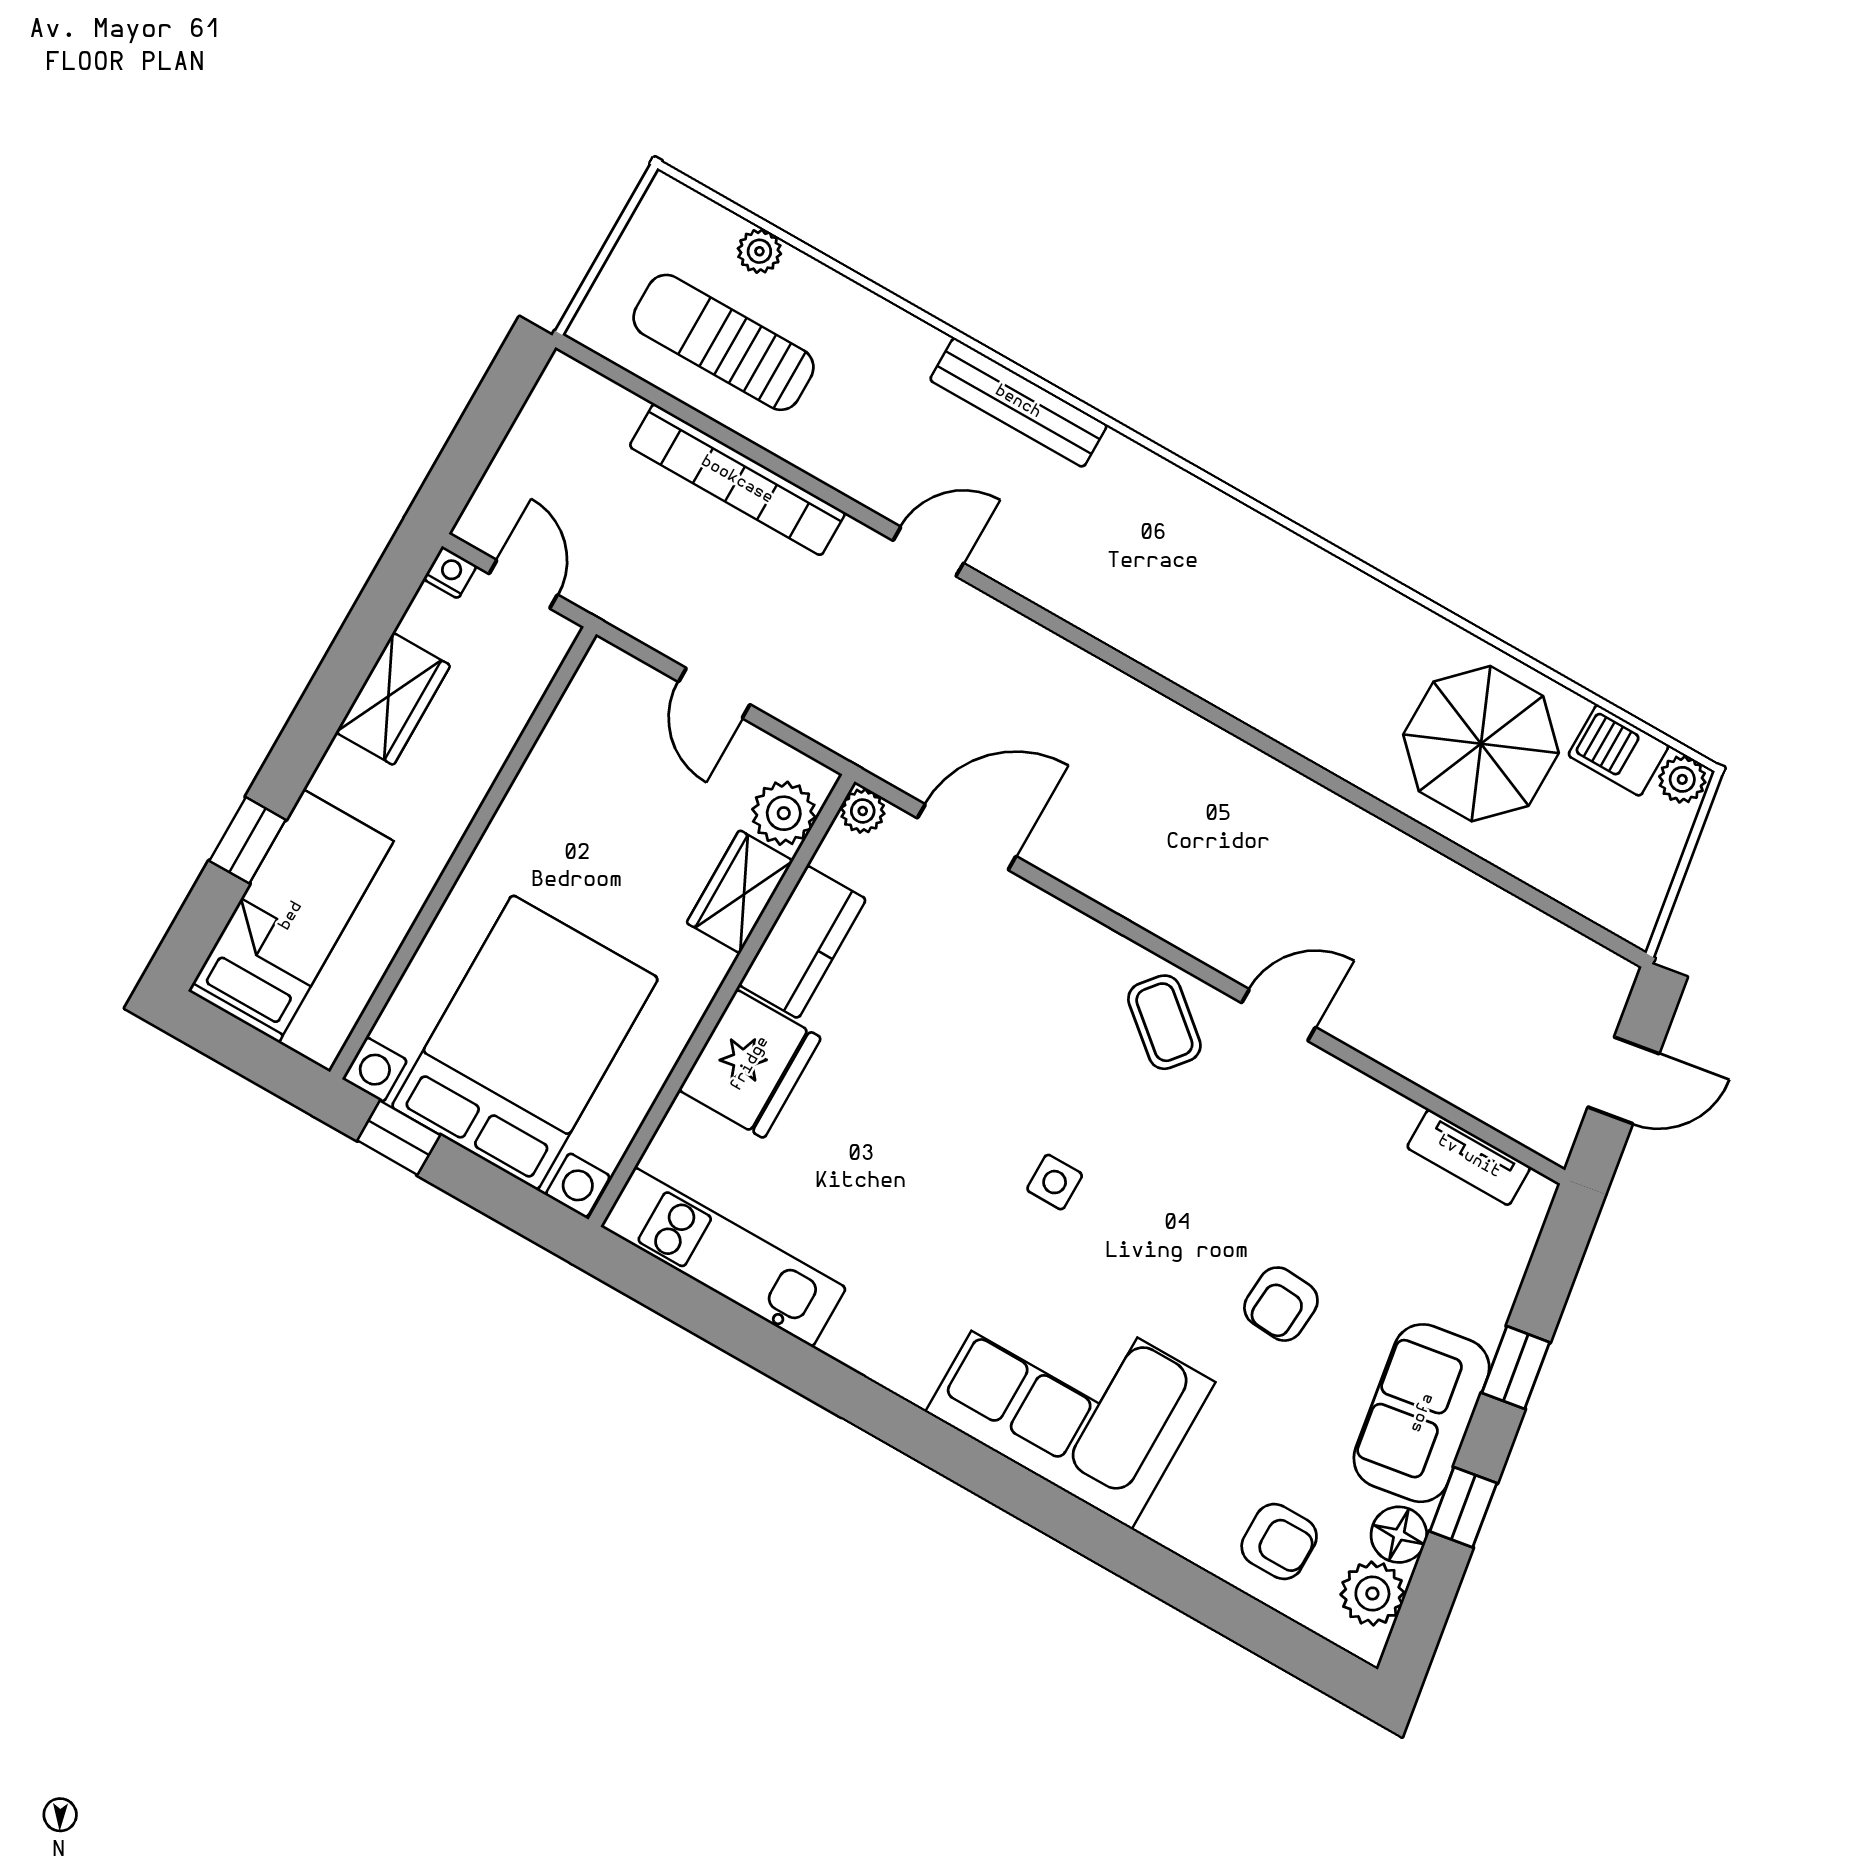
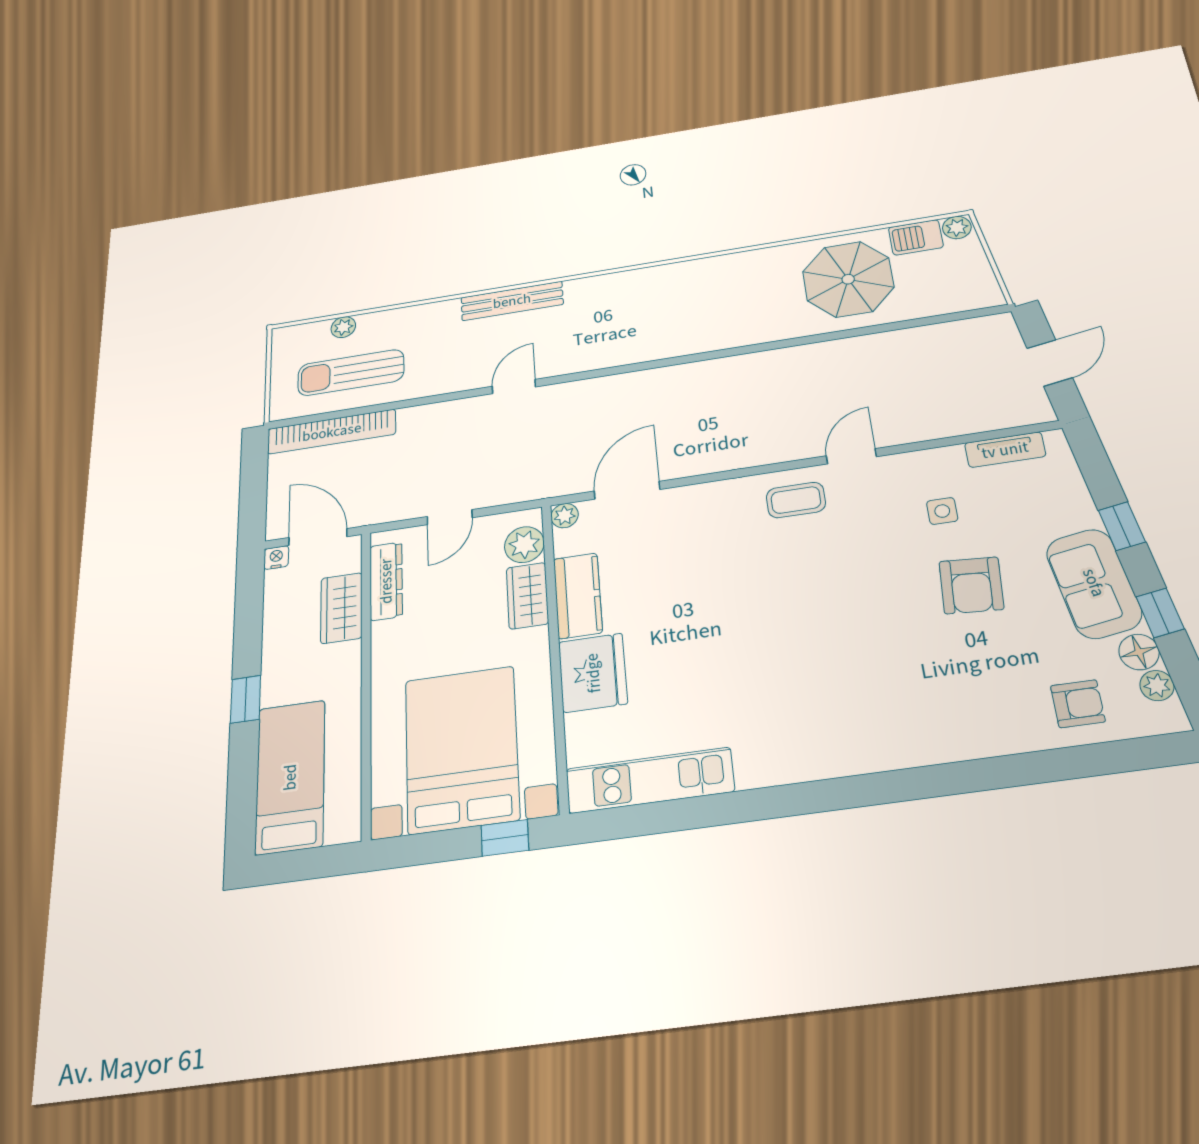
bookcase: (737, 480) -> (332, 432), moved
door: (523, 584) -> (318, 537), width x1.37
door: (714, 693) -> (450, 517), hinge flipped
wardrobe: (393, 699) -> (341, 608), moved, turned 180
dresser: (573, 726) -> (386, 581), added
window: (248, 840) -> (246, 699), moved
coffee table: (1164, 1022) -> (796, 500), turned -40
window: (399, 1138) -> (505, 838), moved
side table: (1055, 1182) -> (942, 511), moved
armchair: (1281, 1304) -> (971, 585), width x1.38, depth x1.38
corner sofa: (1070, 1397) -> (899, 713), removed
plant: (1372, 1593) -> (1157, 686), width x0.73, depth x0.73

